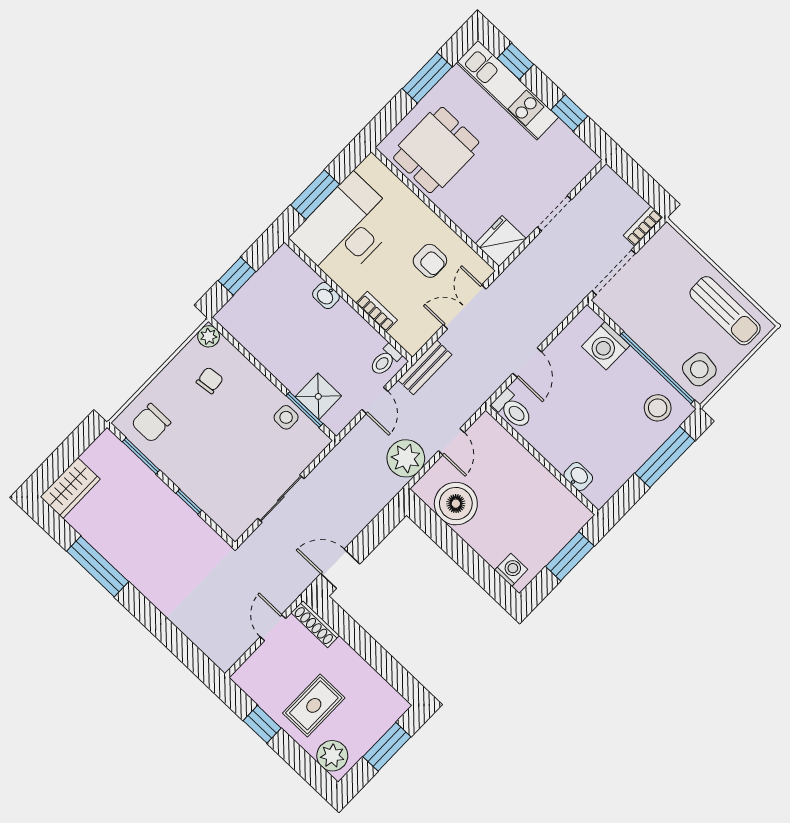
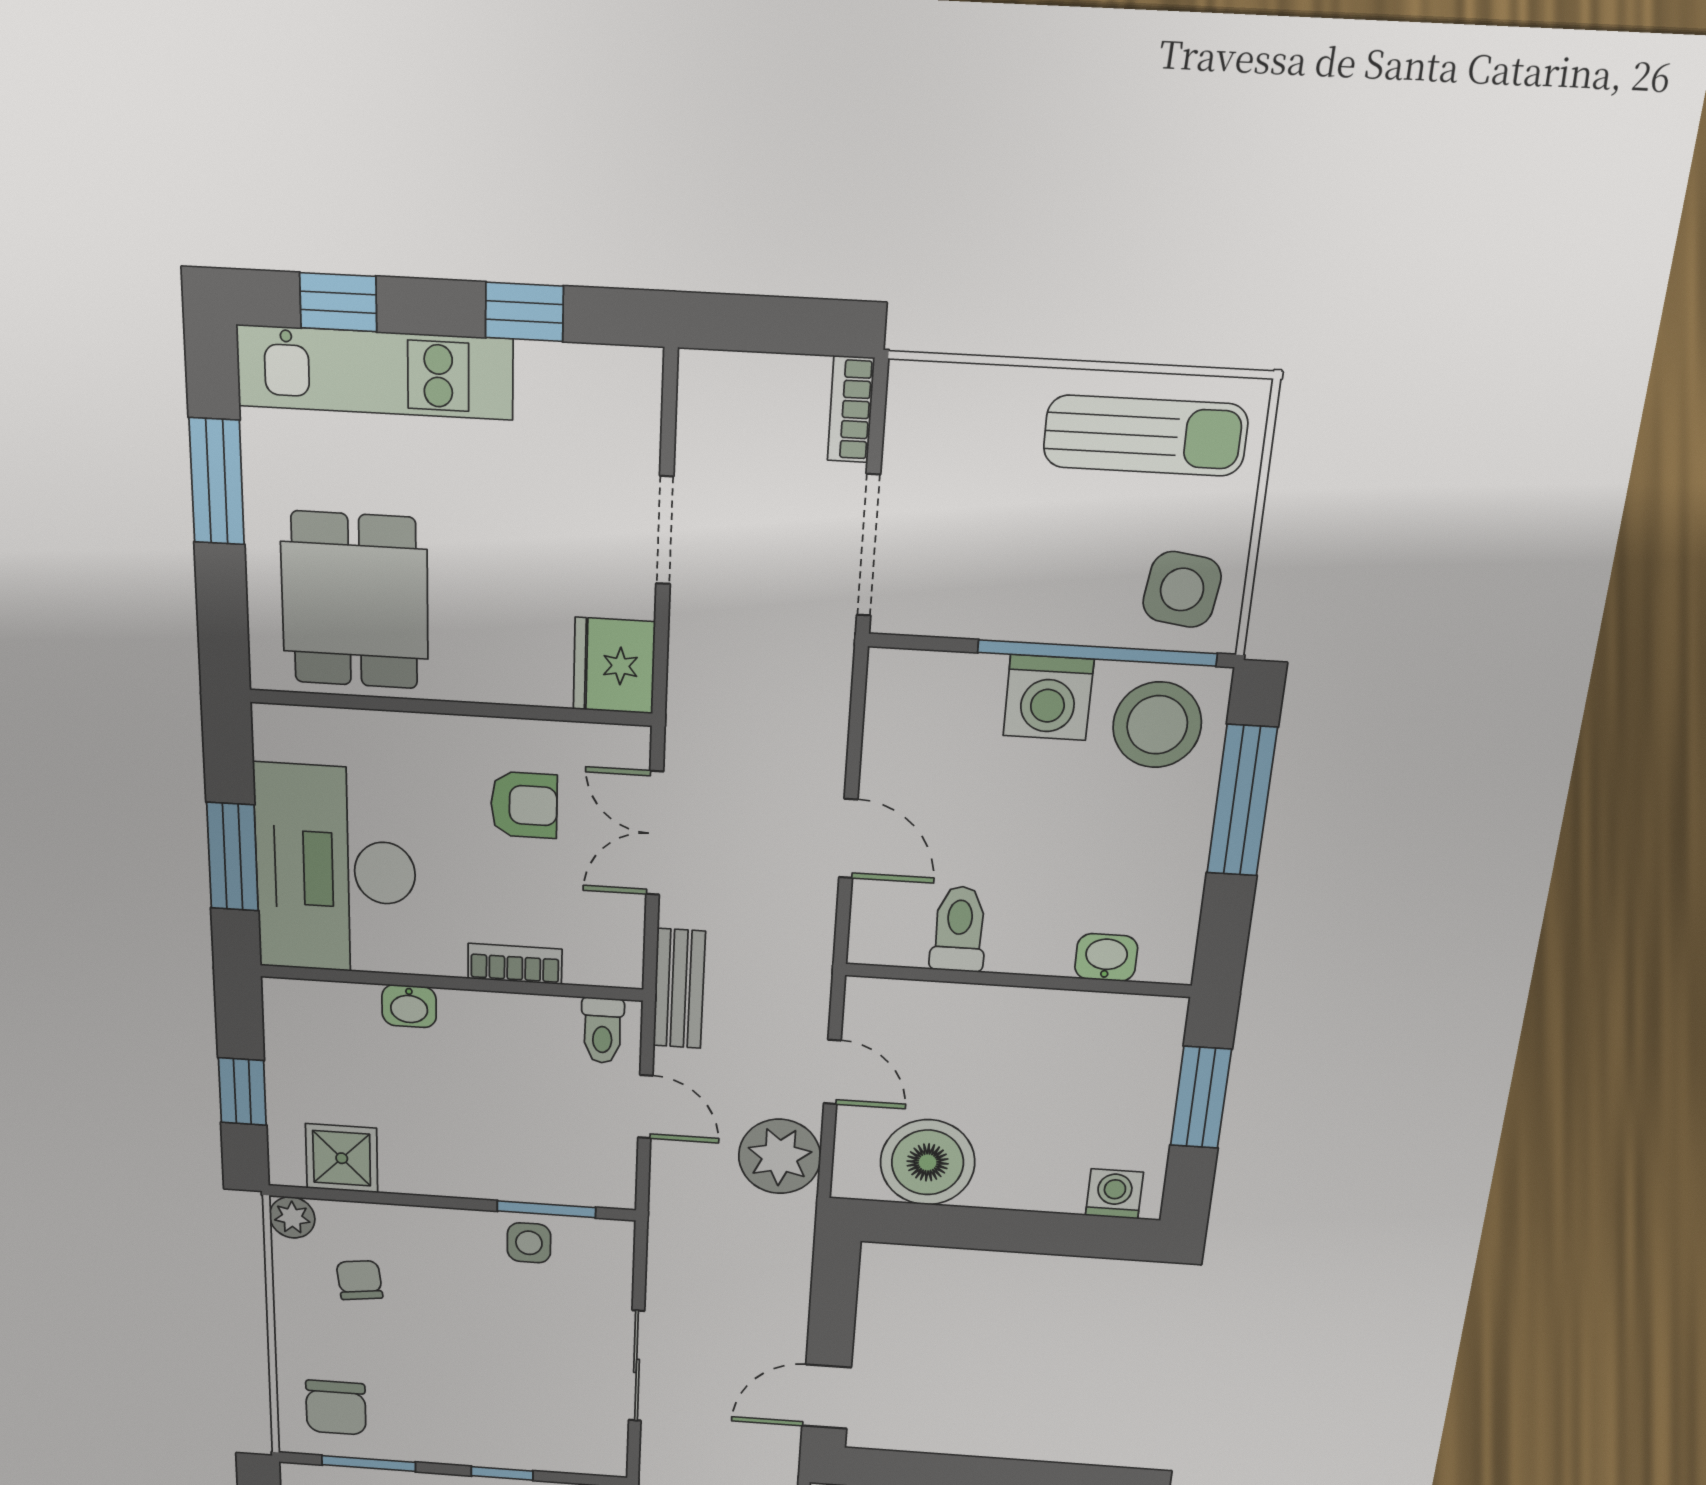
washing machine: (606, 346) -> (1048, 698), moved
shower: (318, 396) -> (342, 1158), moved
stool: (658, 408) -> (1157, 725), width x1.38, depth x1.38
toilet: (513, 410) -> (959, 929), moved, turned -90

